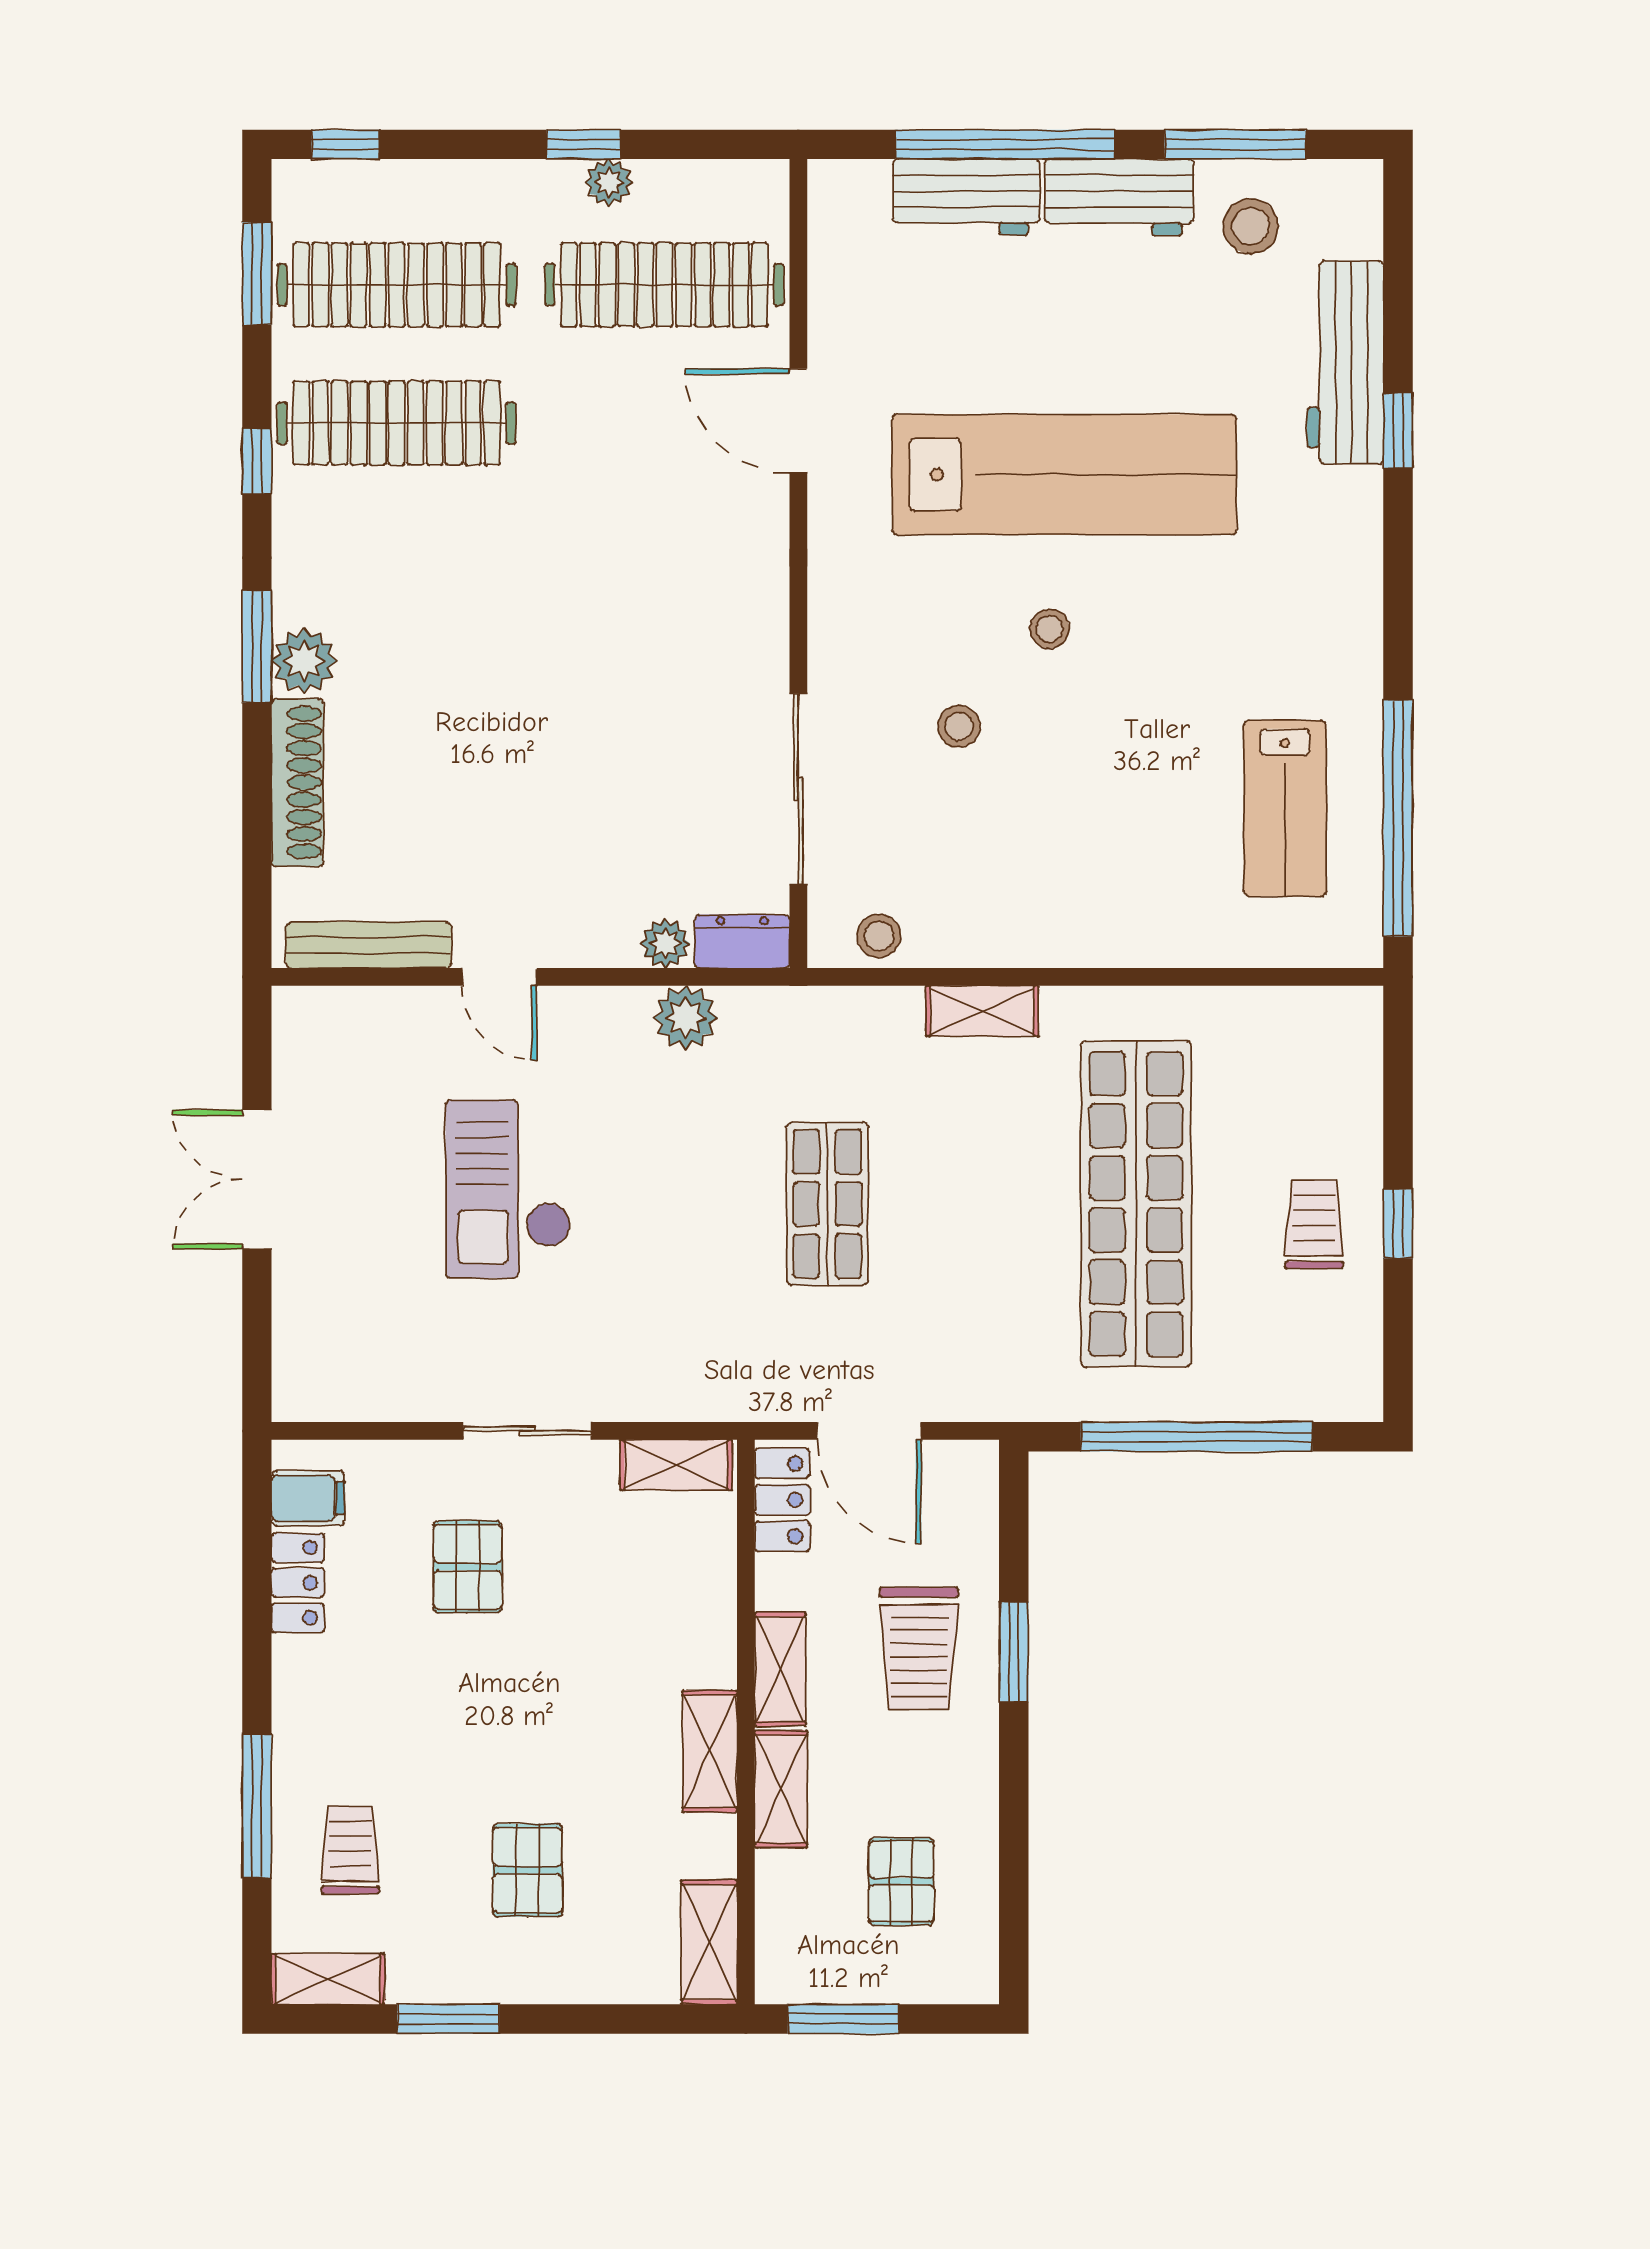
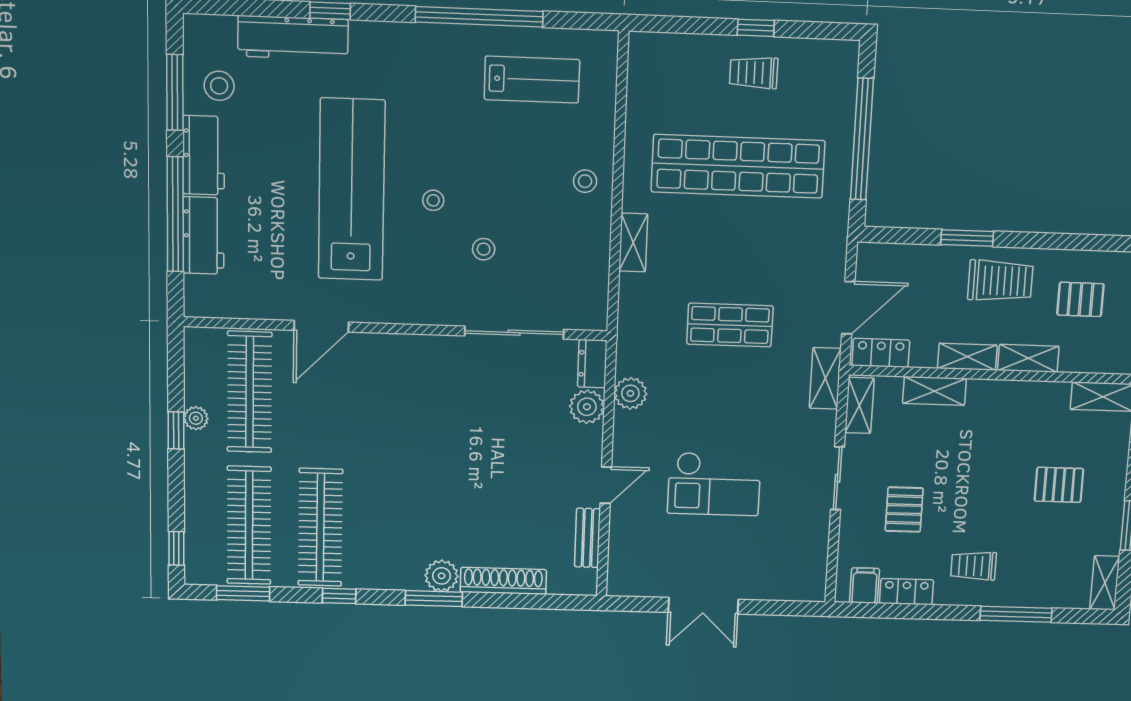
window: (1398, 818) -> (479, 17), moved
stool: (879, 936) -> (585, 181), moved
plant: (665, 943) -> (587, 407), width x1.38, depth x1.38
bench: (369, 945) -> (587, 538), width x0.73
shelving: (728, 1395) -> (825, 378), added
pallet: (468, 1567) -> (904, 510), turned 90
trolley: (919, 1648) -> (1000, 281), moved
shelving: (710, 1751) -> (934, 391), moved
trolley: (350, 1850) -> (974, 566), moved

